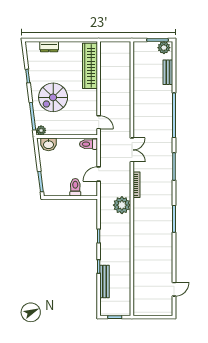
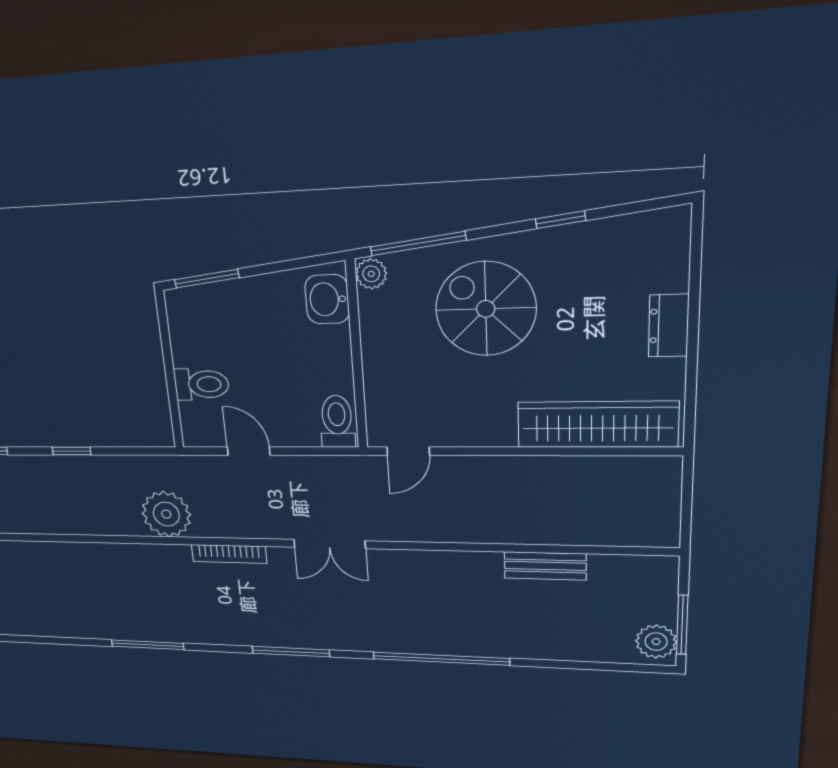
dresser: (49, 47) -> (669, 326), moved
bench: (168, 72) -> (545, 566), moved

